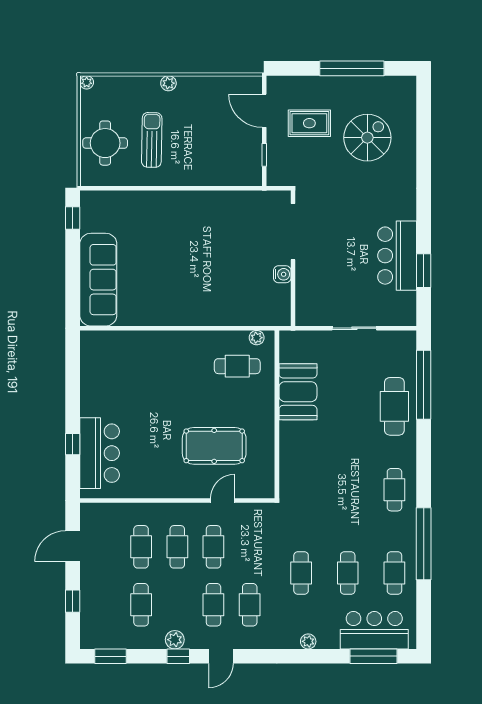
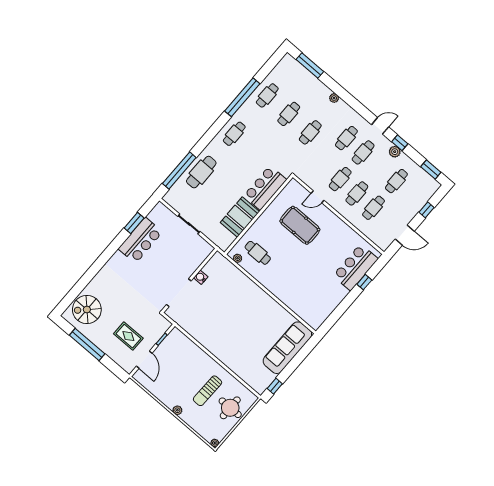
spiral stairs: (367, 138) -> (87, 310), moved
bar counter: (374, 630) -> (265, 188), moved, turned 90

